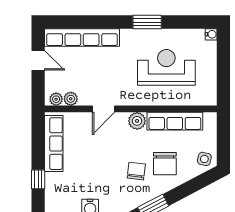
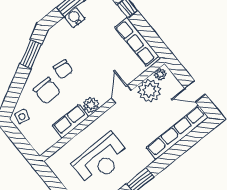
plant: (71, 99) -> (149, 91), width x1.88, depth x1.88
row of seats: (175, 121) -> (71, 121), width x0.68
chair: (165, 164) -> (47, 91), turned 180

